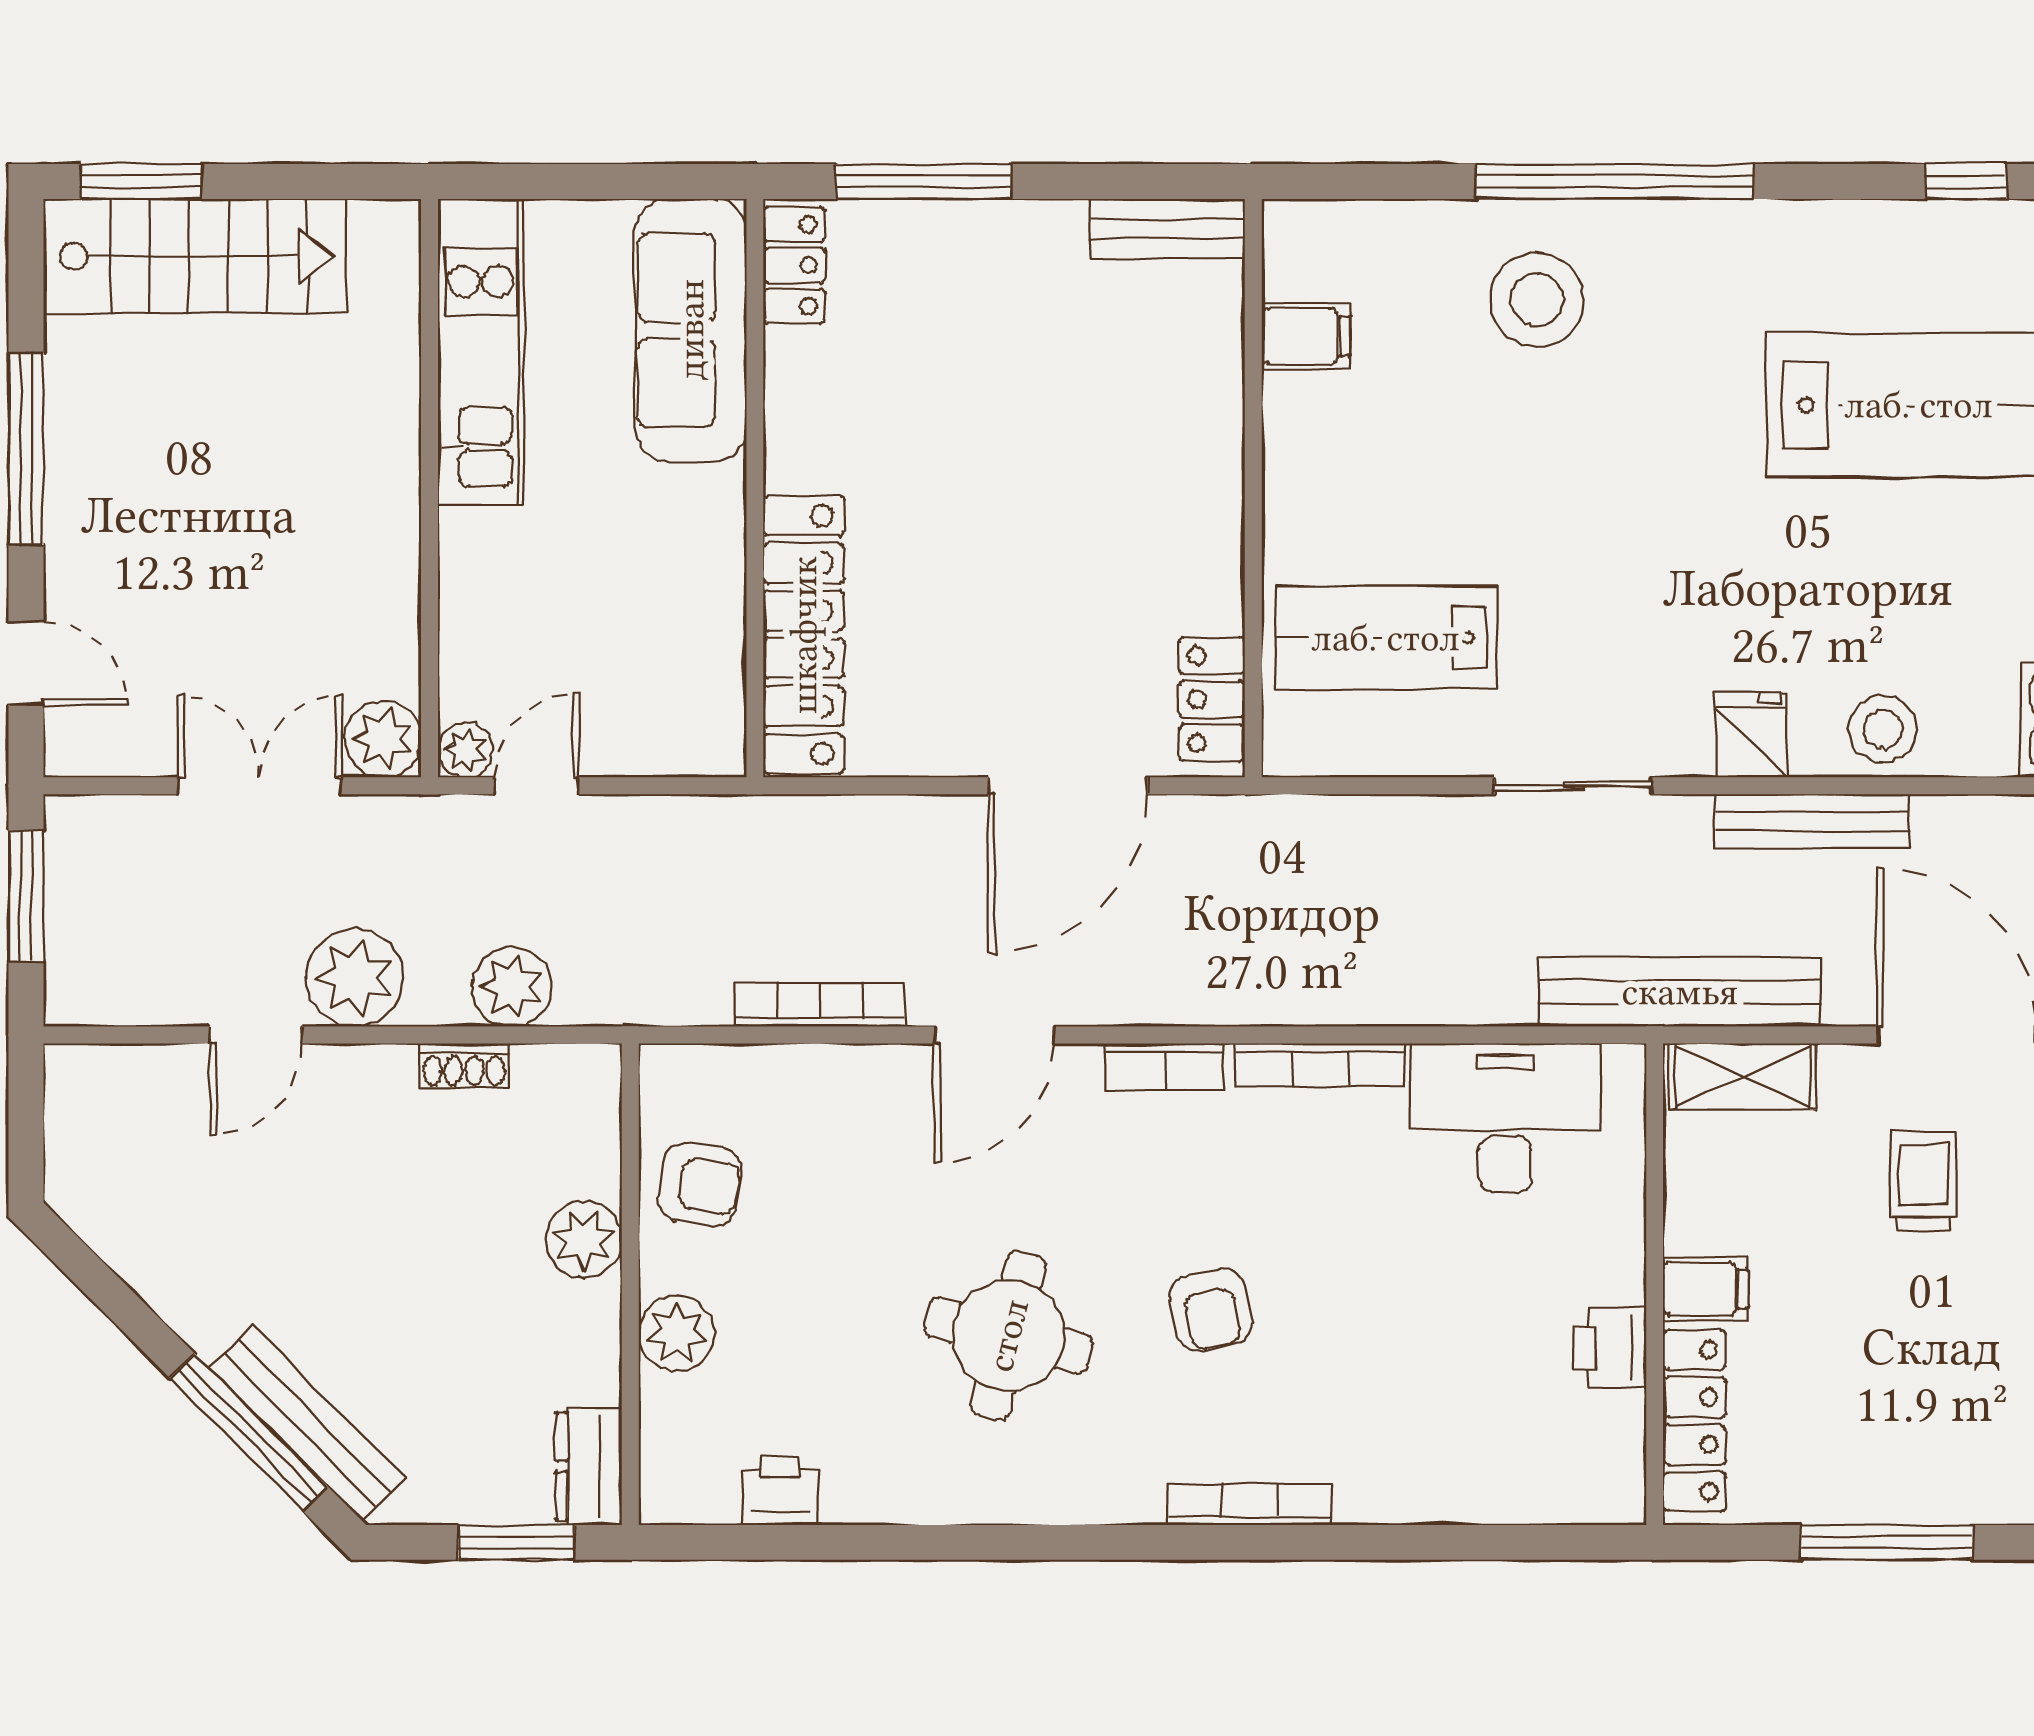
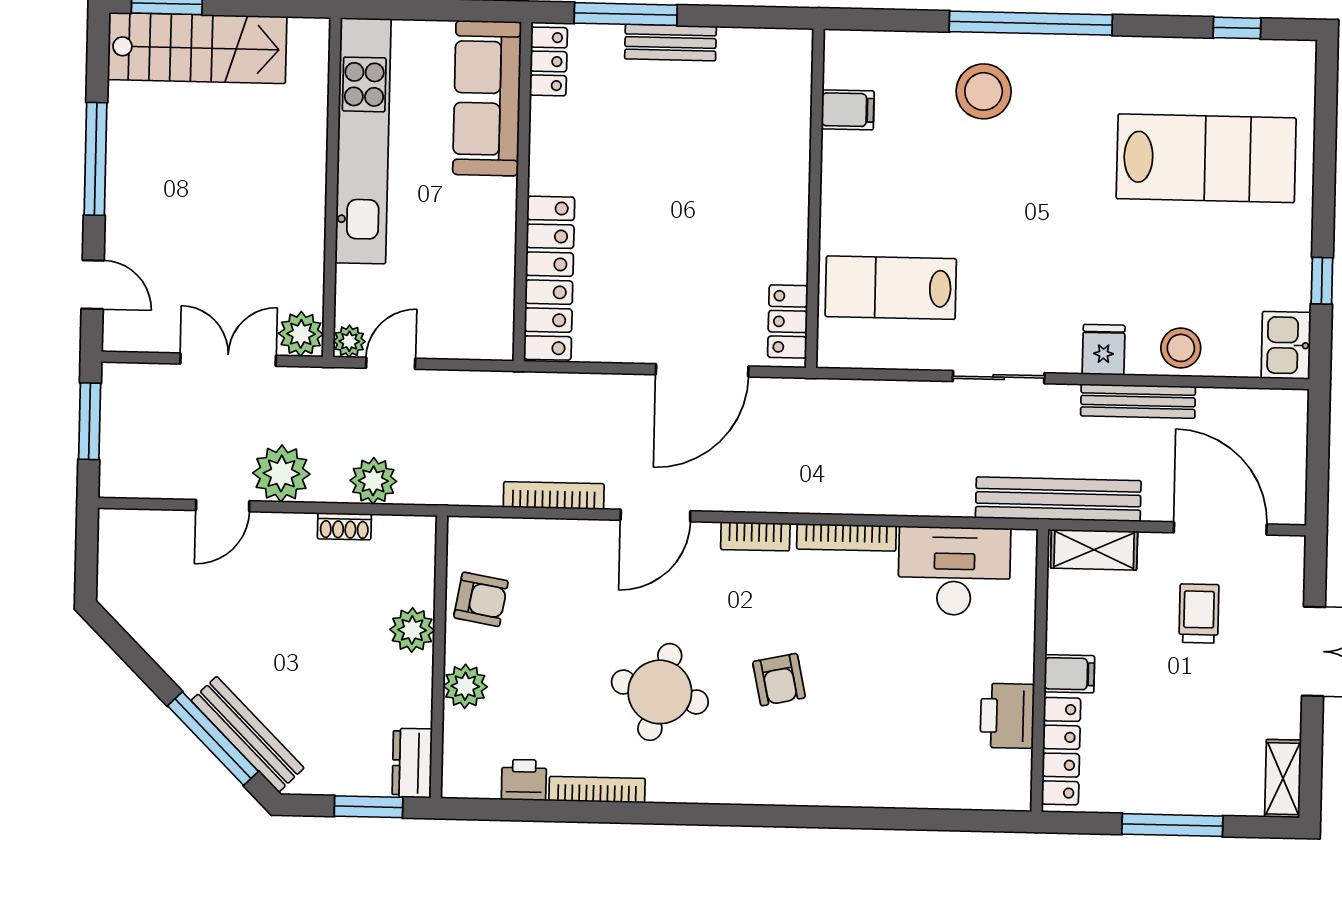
bench: (1167, 228) -> (670, 43), moved
kitchen unit: (481, 352) -> (363, 141), width x1.36
printer: (1610, 1348) -> (1007, 716), width x1.36, depth x1.24
bookcase: (1250, 1504) -> (597, 790), moved

